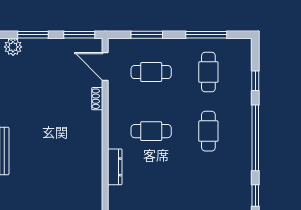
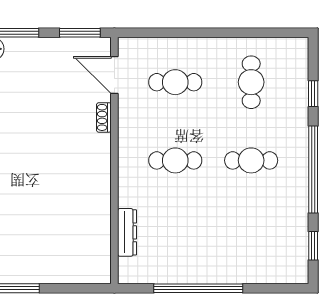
window: (147, 35) -> (169, 33), removed
window: (206, 35) -> (248, 33), removed
cafe table: (208, 131) -> (251, 160), turned 90
dresser: (115, 167) -> (127, 232), moved

